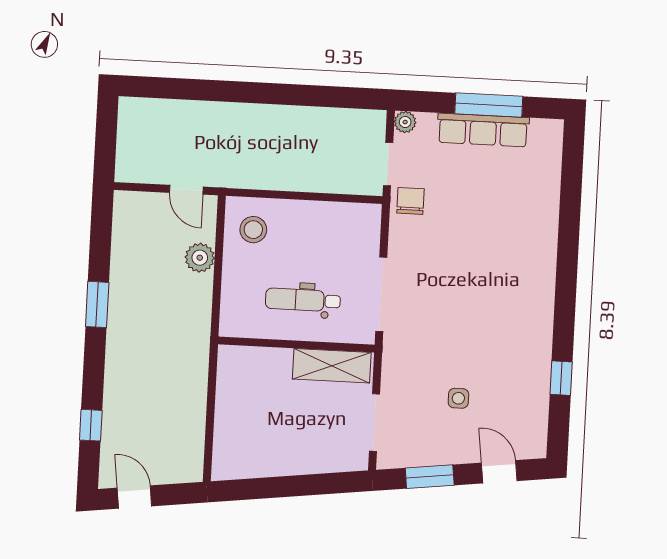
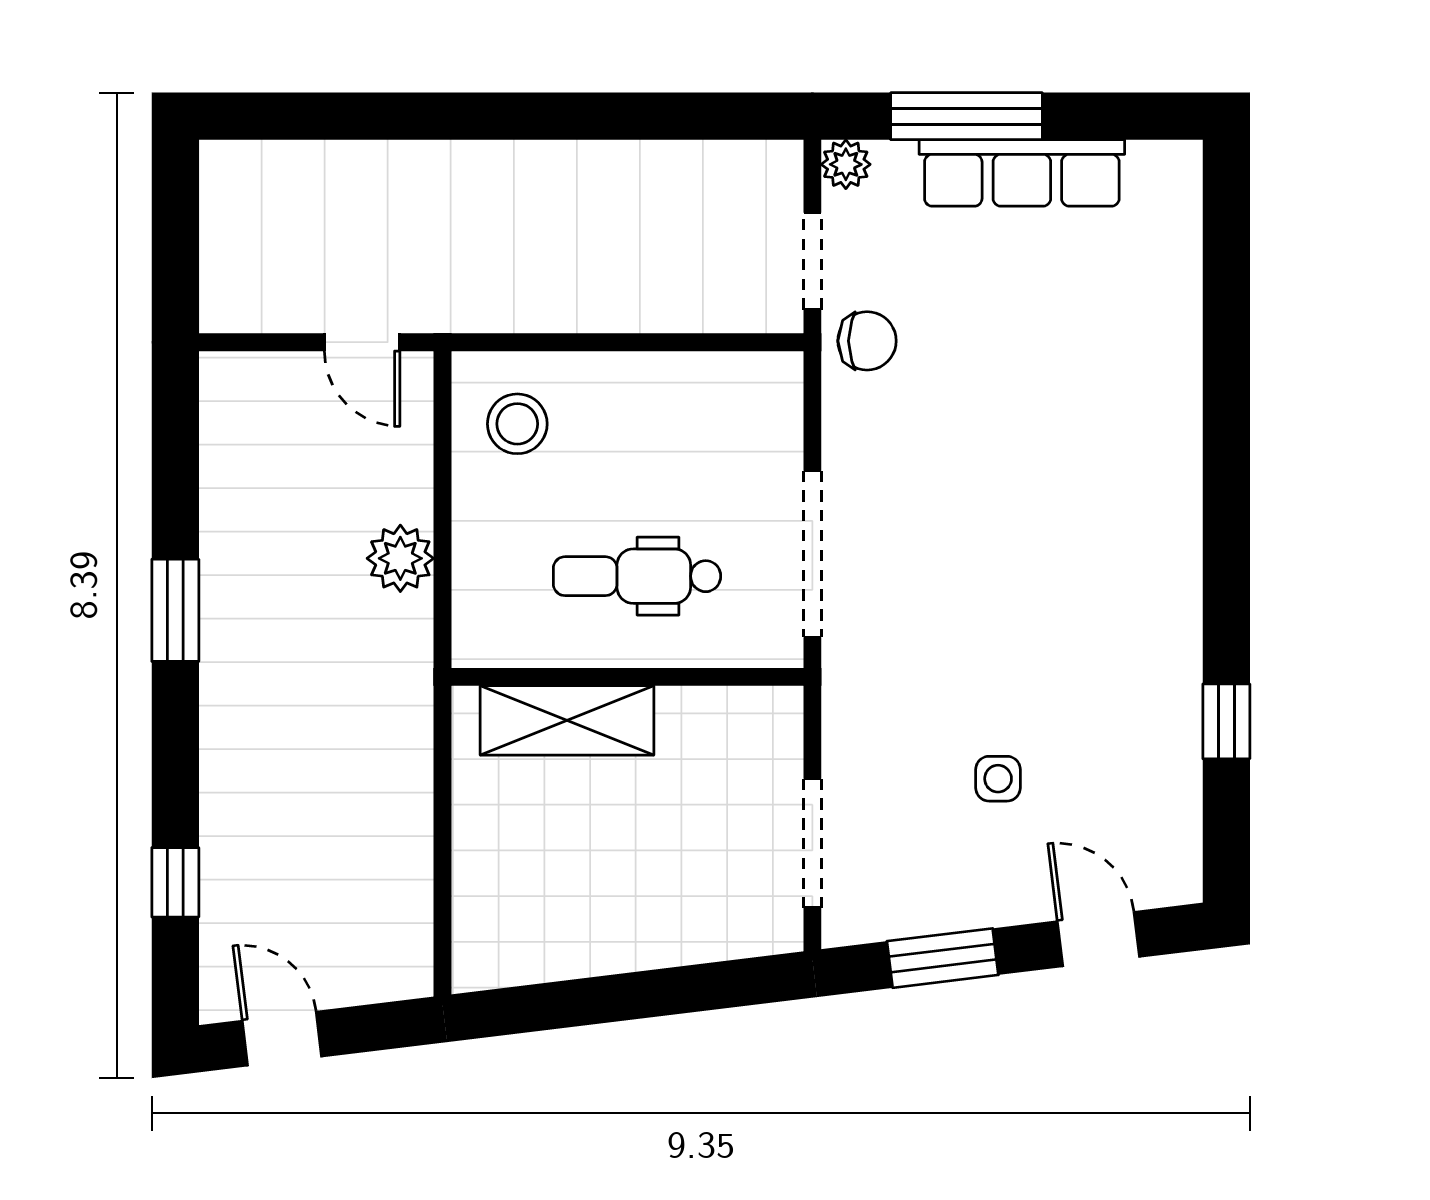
window: (489, 105) -> (967, 116), moved
chair: (410, 201) -> (867, 341), turned 90
plant: (200, 258) -> (400, 558), moved
shelving: (332, 366) -> (567, 720), moved

